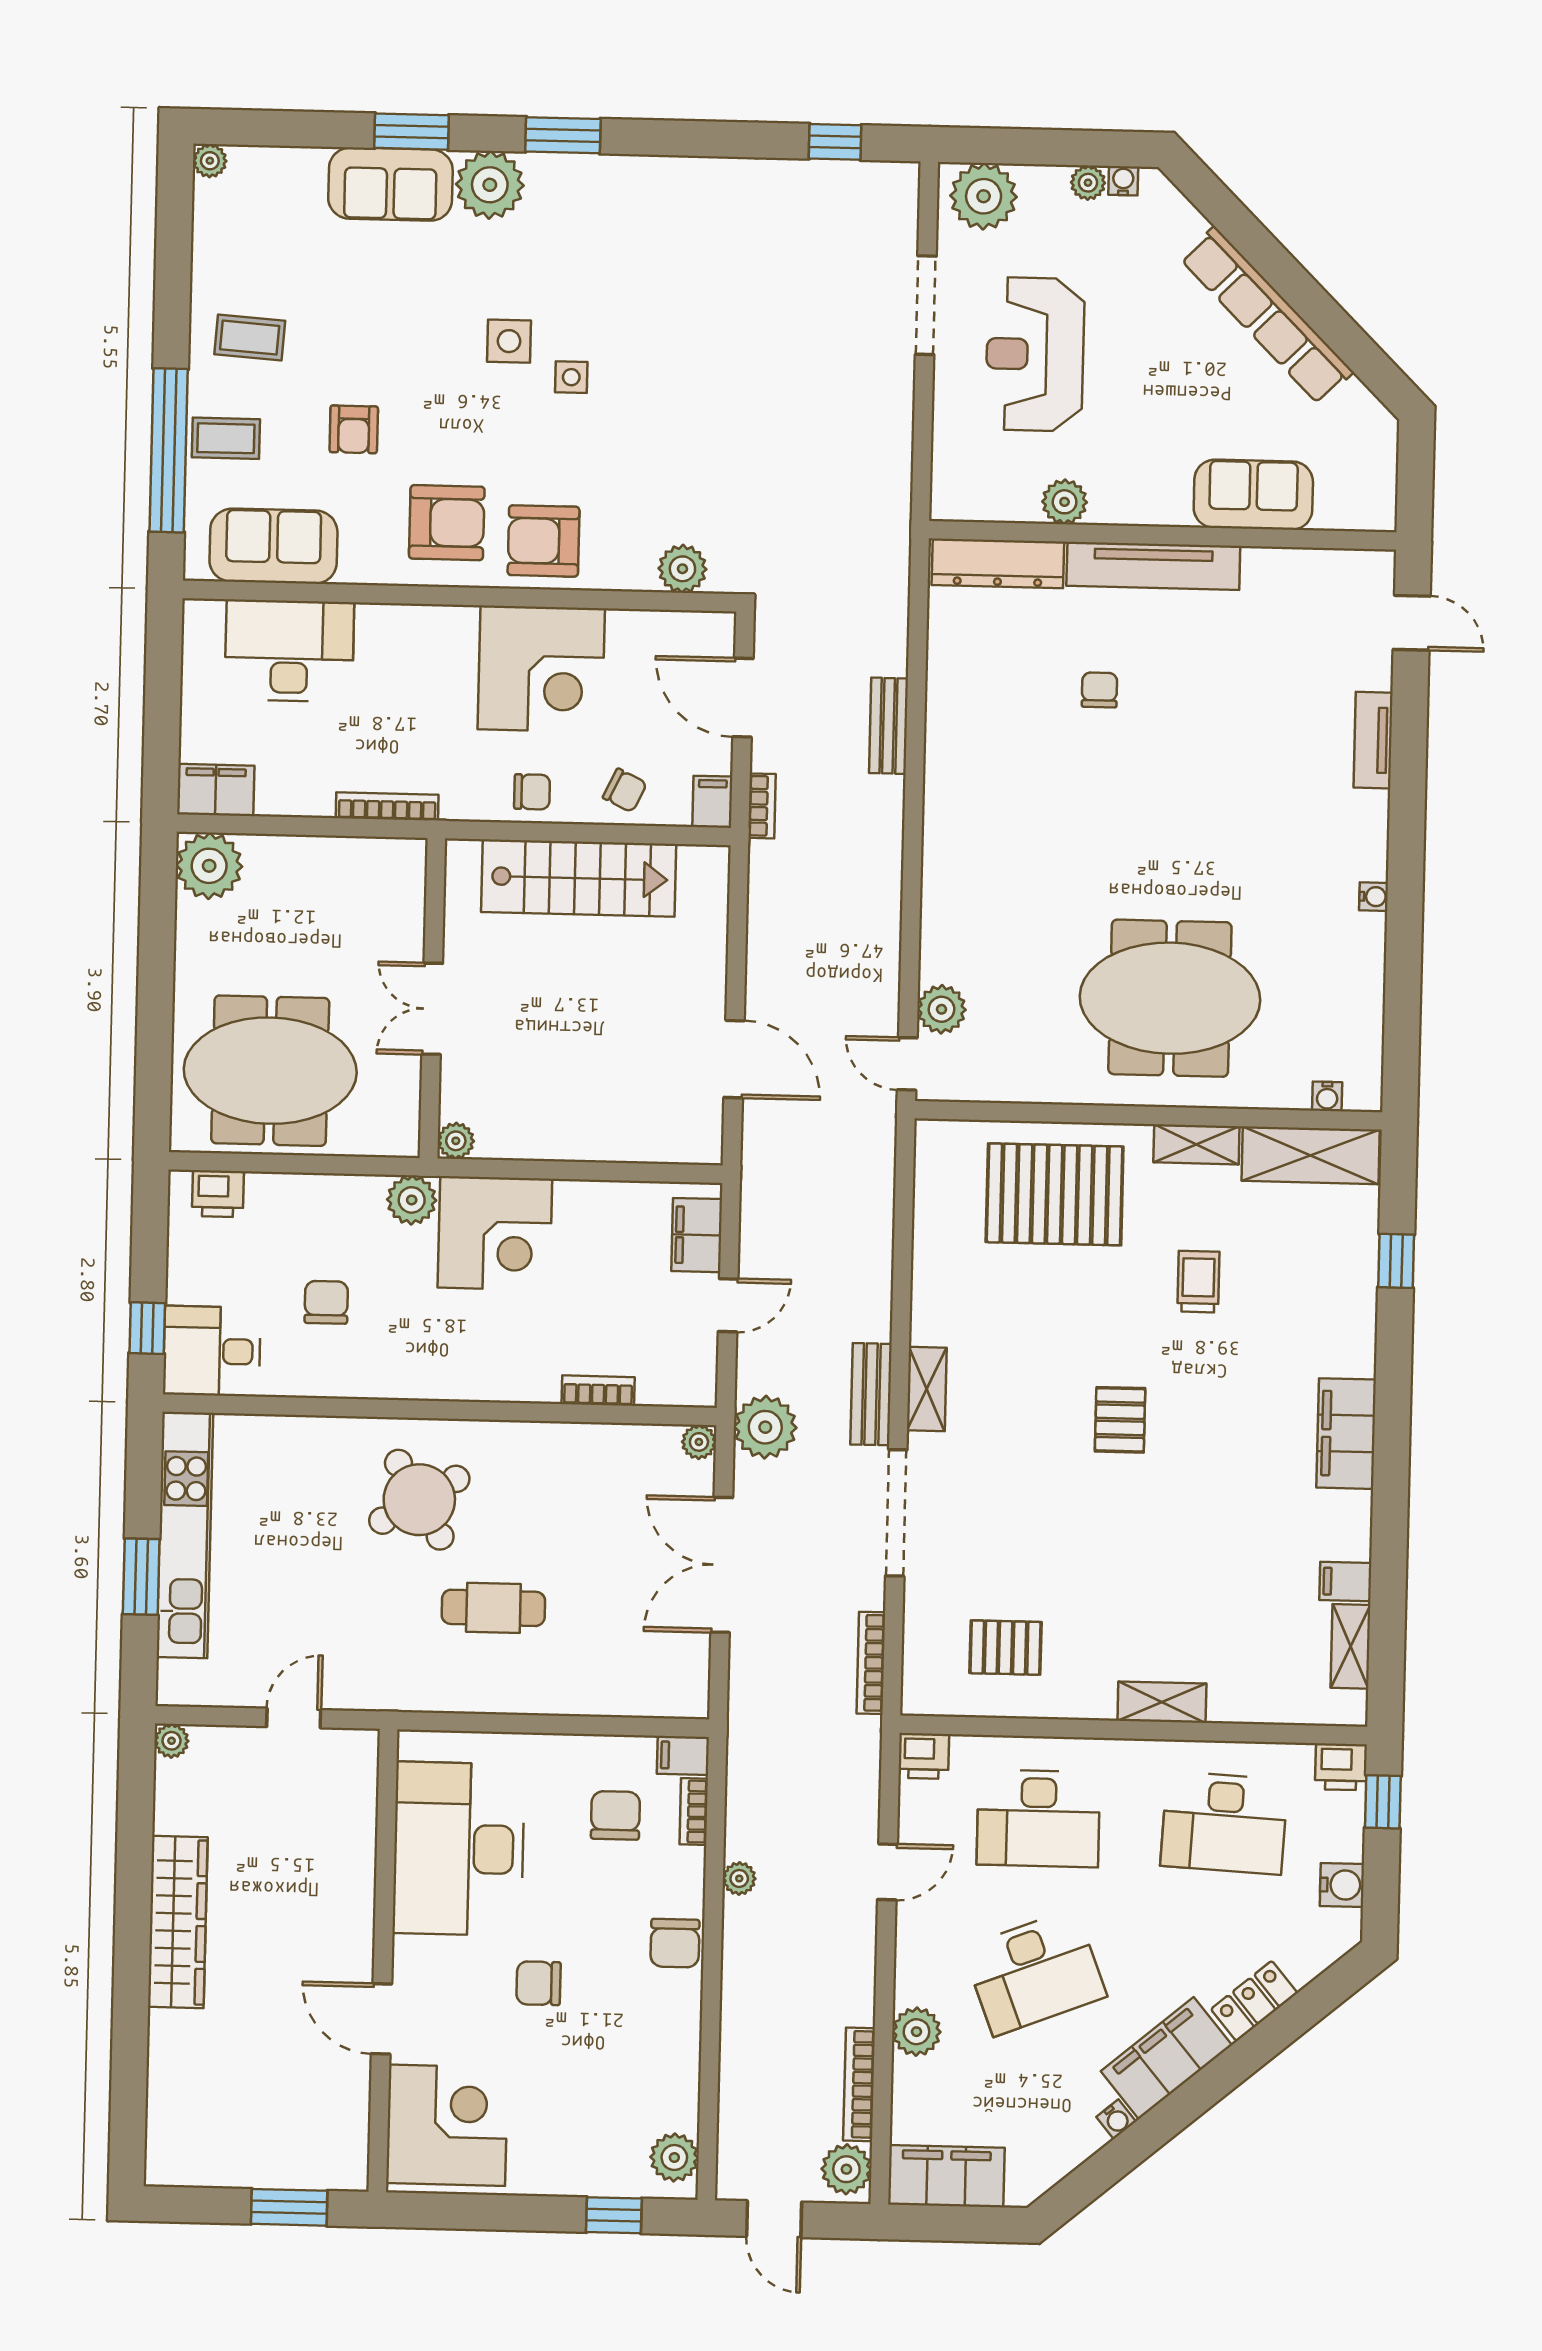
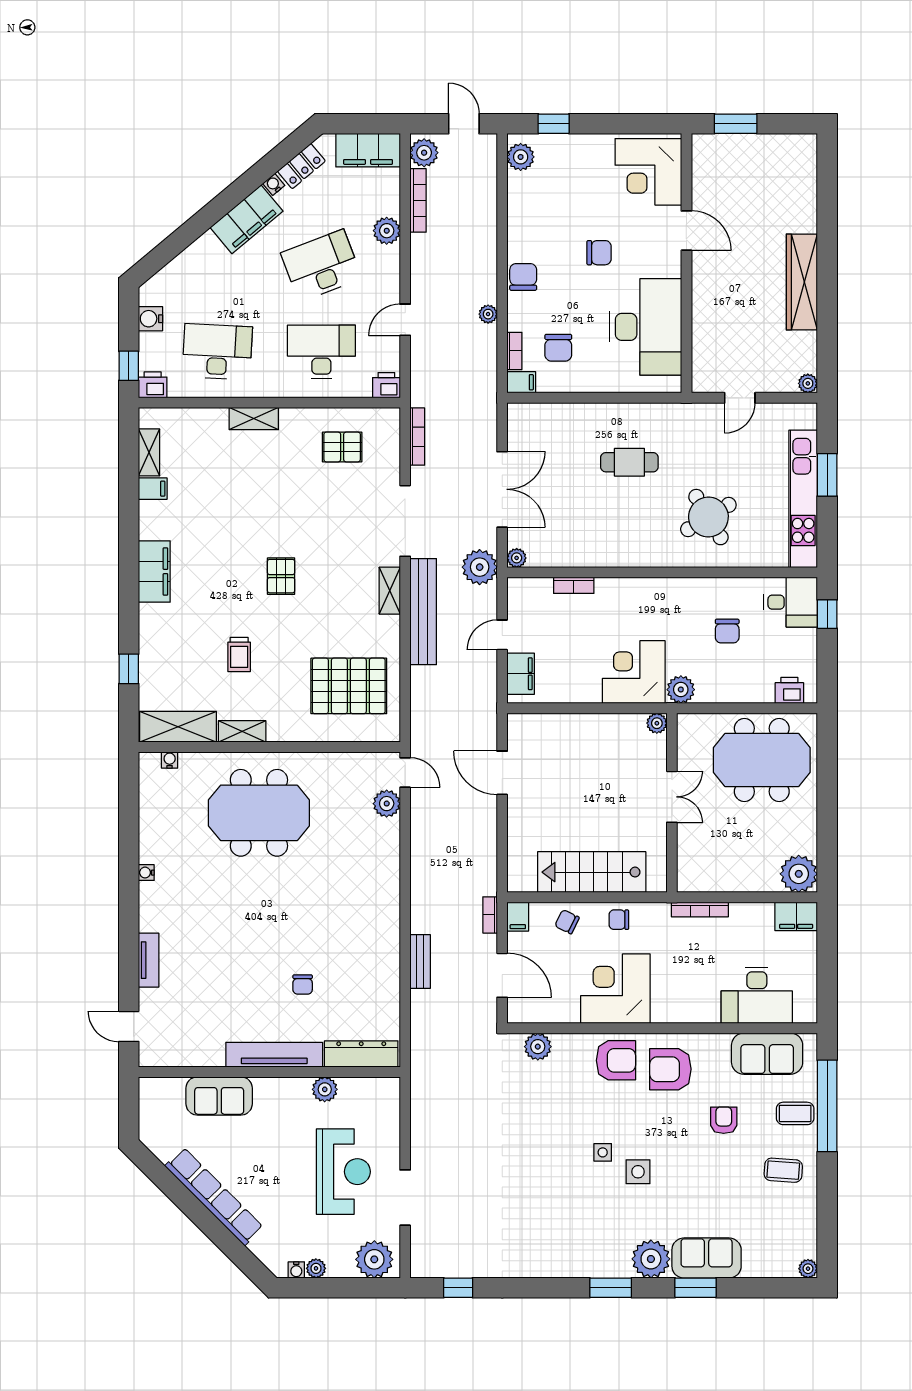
pallet: (1055, 1194) -> (349, 686), moved
bench: (871, 1394) -> (423, 612), width x1.86, depth x1.21
round table: (419, 1500) -> (708, 517), moved
locker: (1254, 2001) -> (301, 166), moved

